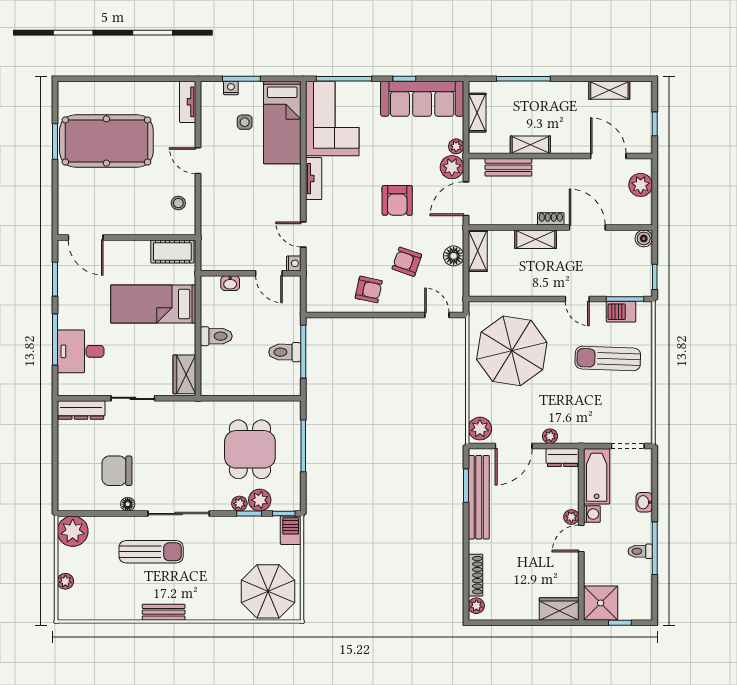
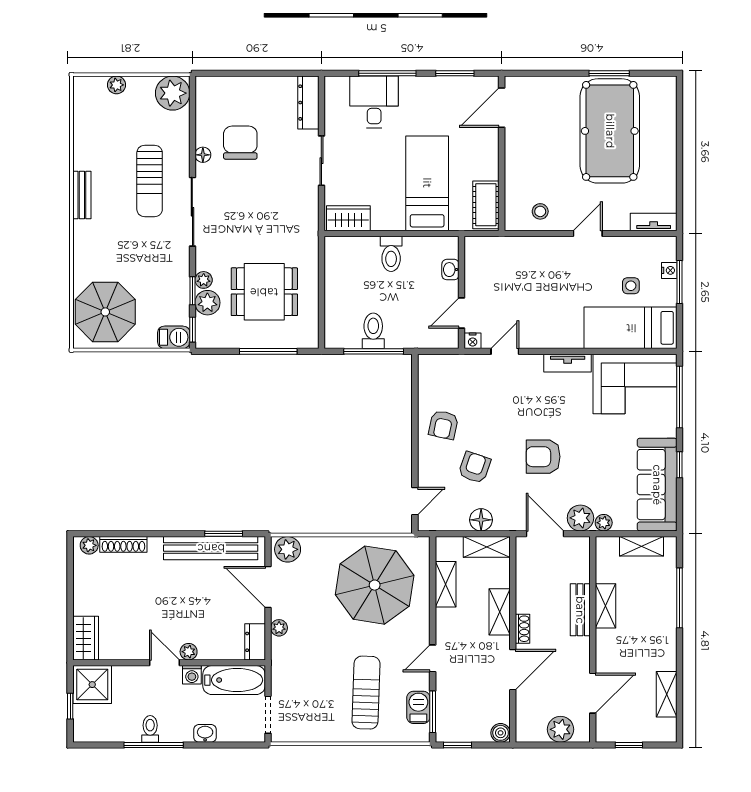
bench: (508, 167) -> (580, 610), moved
shelving: (511, 288) -> (446, 584), added

